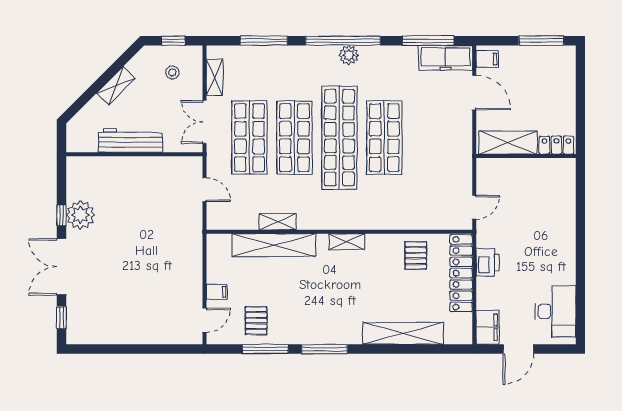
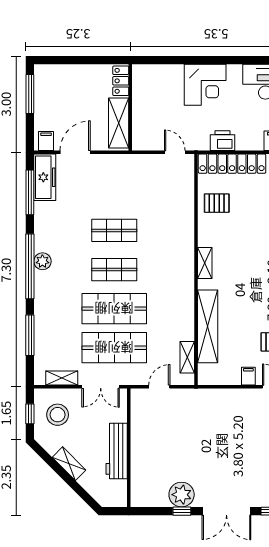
stool: (172, 72) -> (58, 415), width x1.89, depth x1.89
shop shelf: (339, 138) -> (114, 270), width x0.50, depth x0.74
shop shelf: (384, 138) -> (114, 230), width x0.70, depth x0.74
shelving: (278, 222) -> (187, 357), moved
corner desk: (552, 242) -> (205, 85), added

